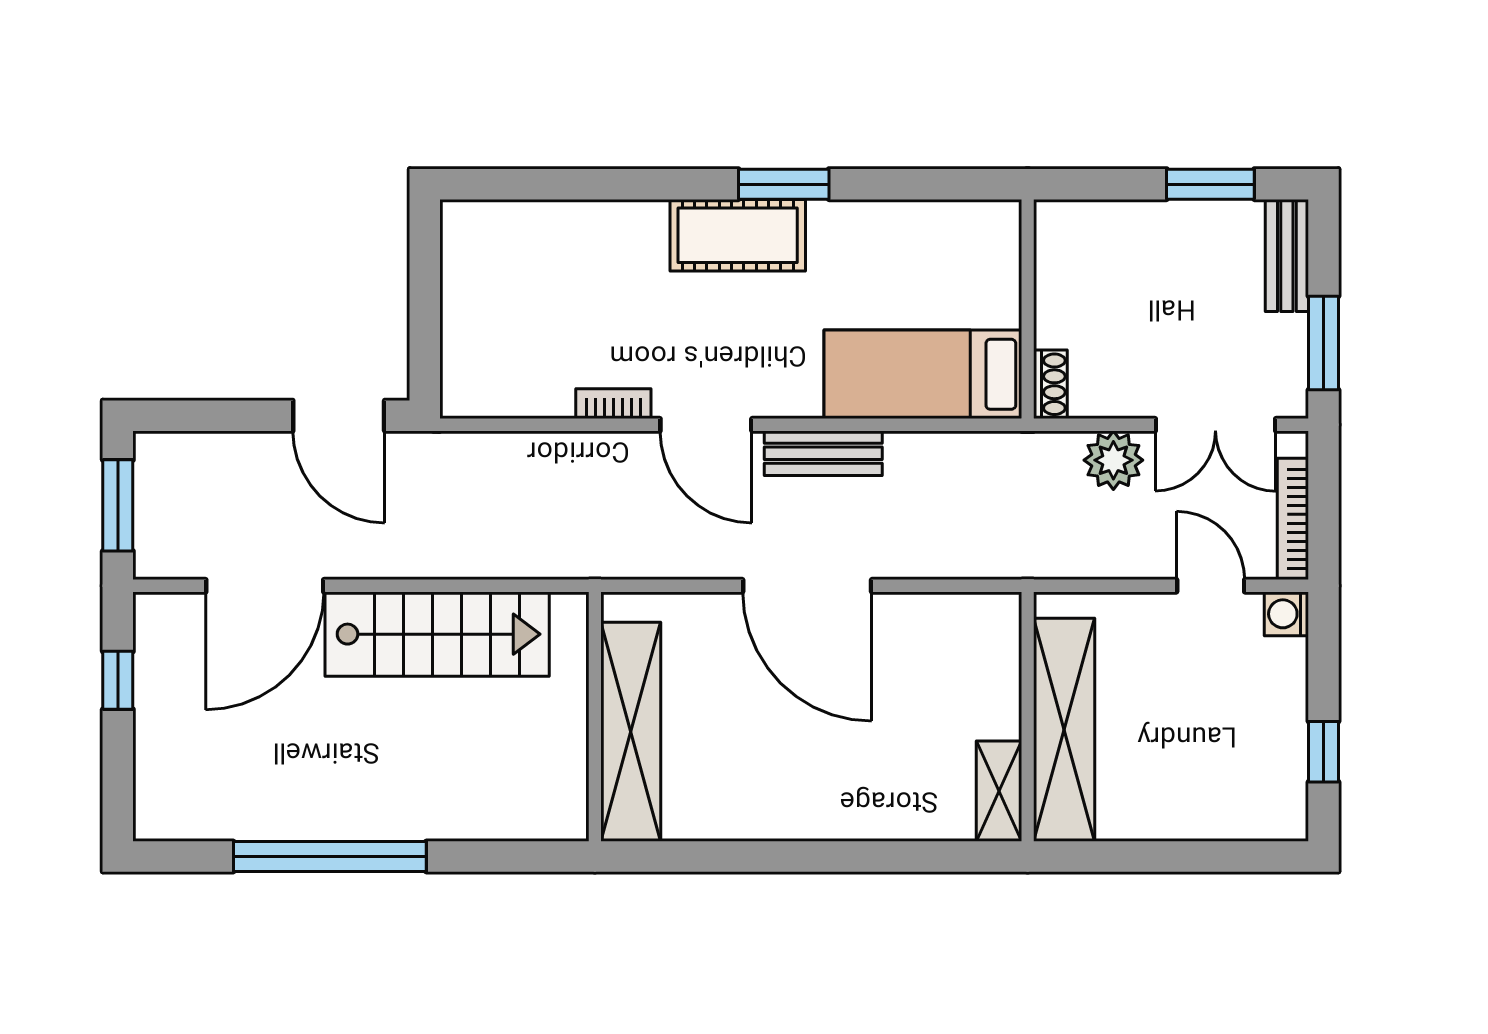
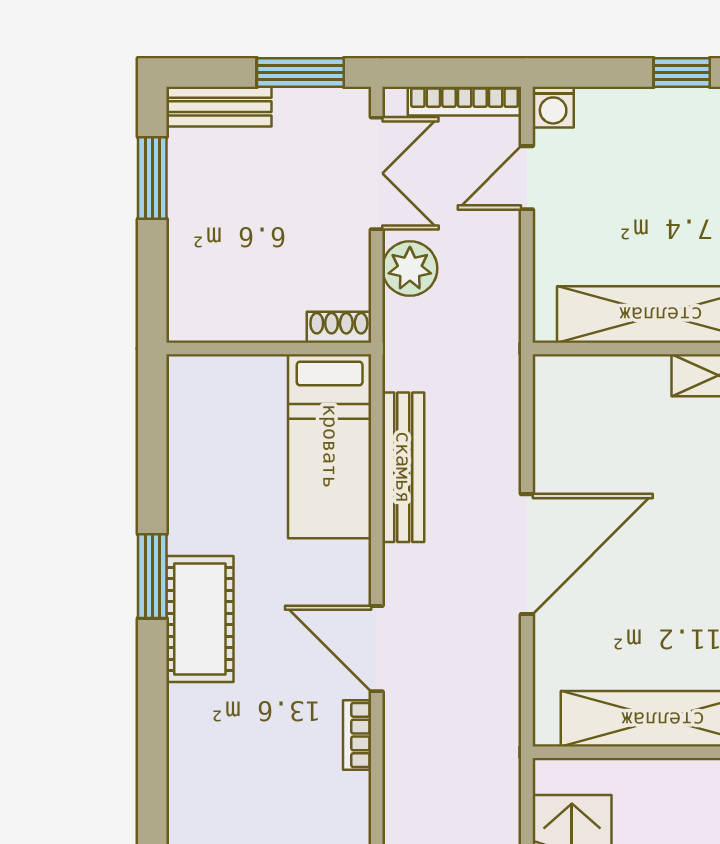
door: (706, 425) -> (377, 649), swing flipped
bench: (823, 453) -> (403, 467), moved, width x1.36

